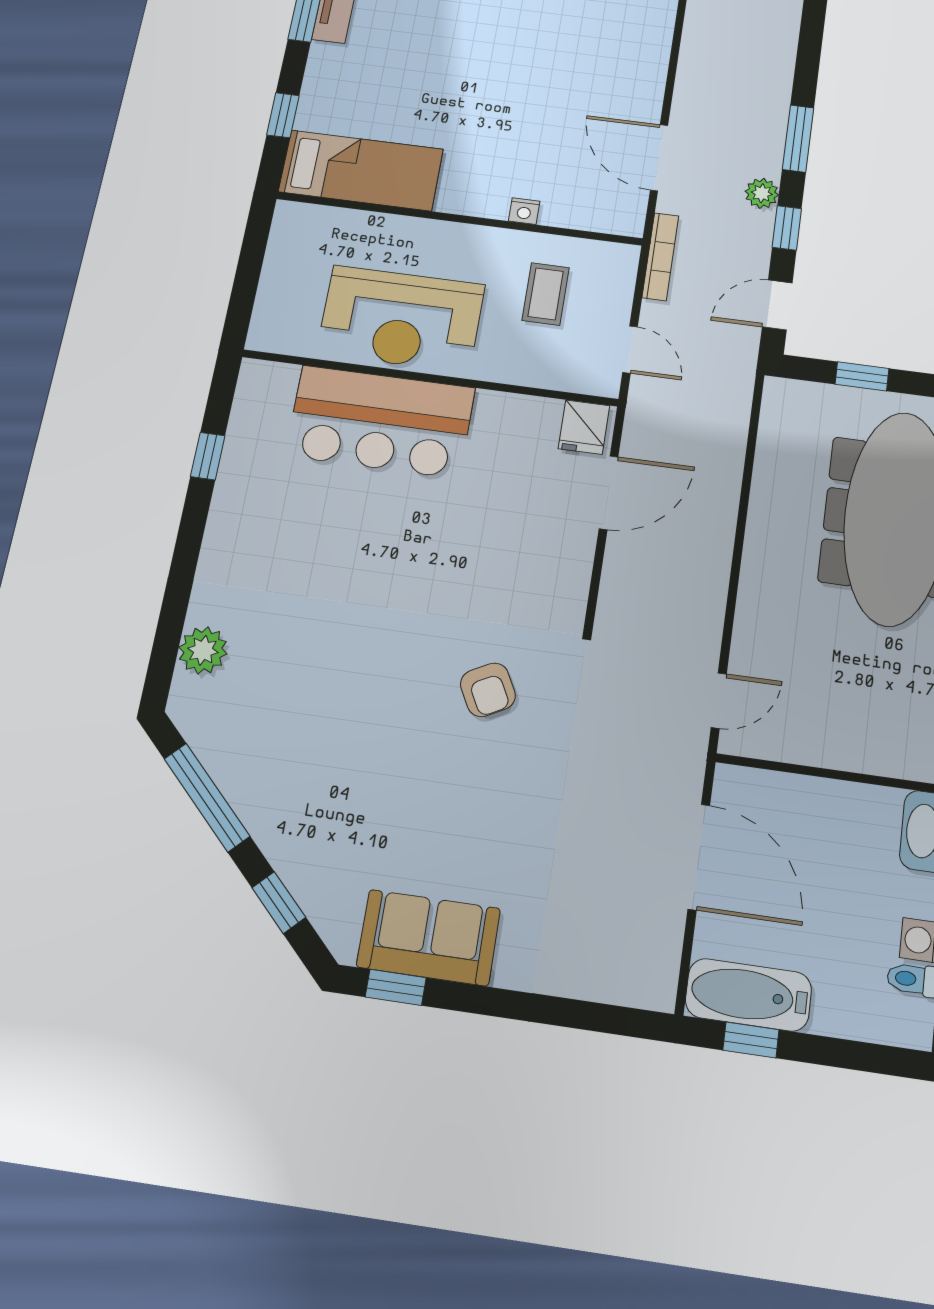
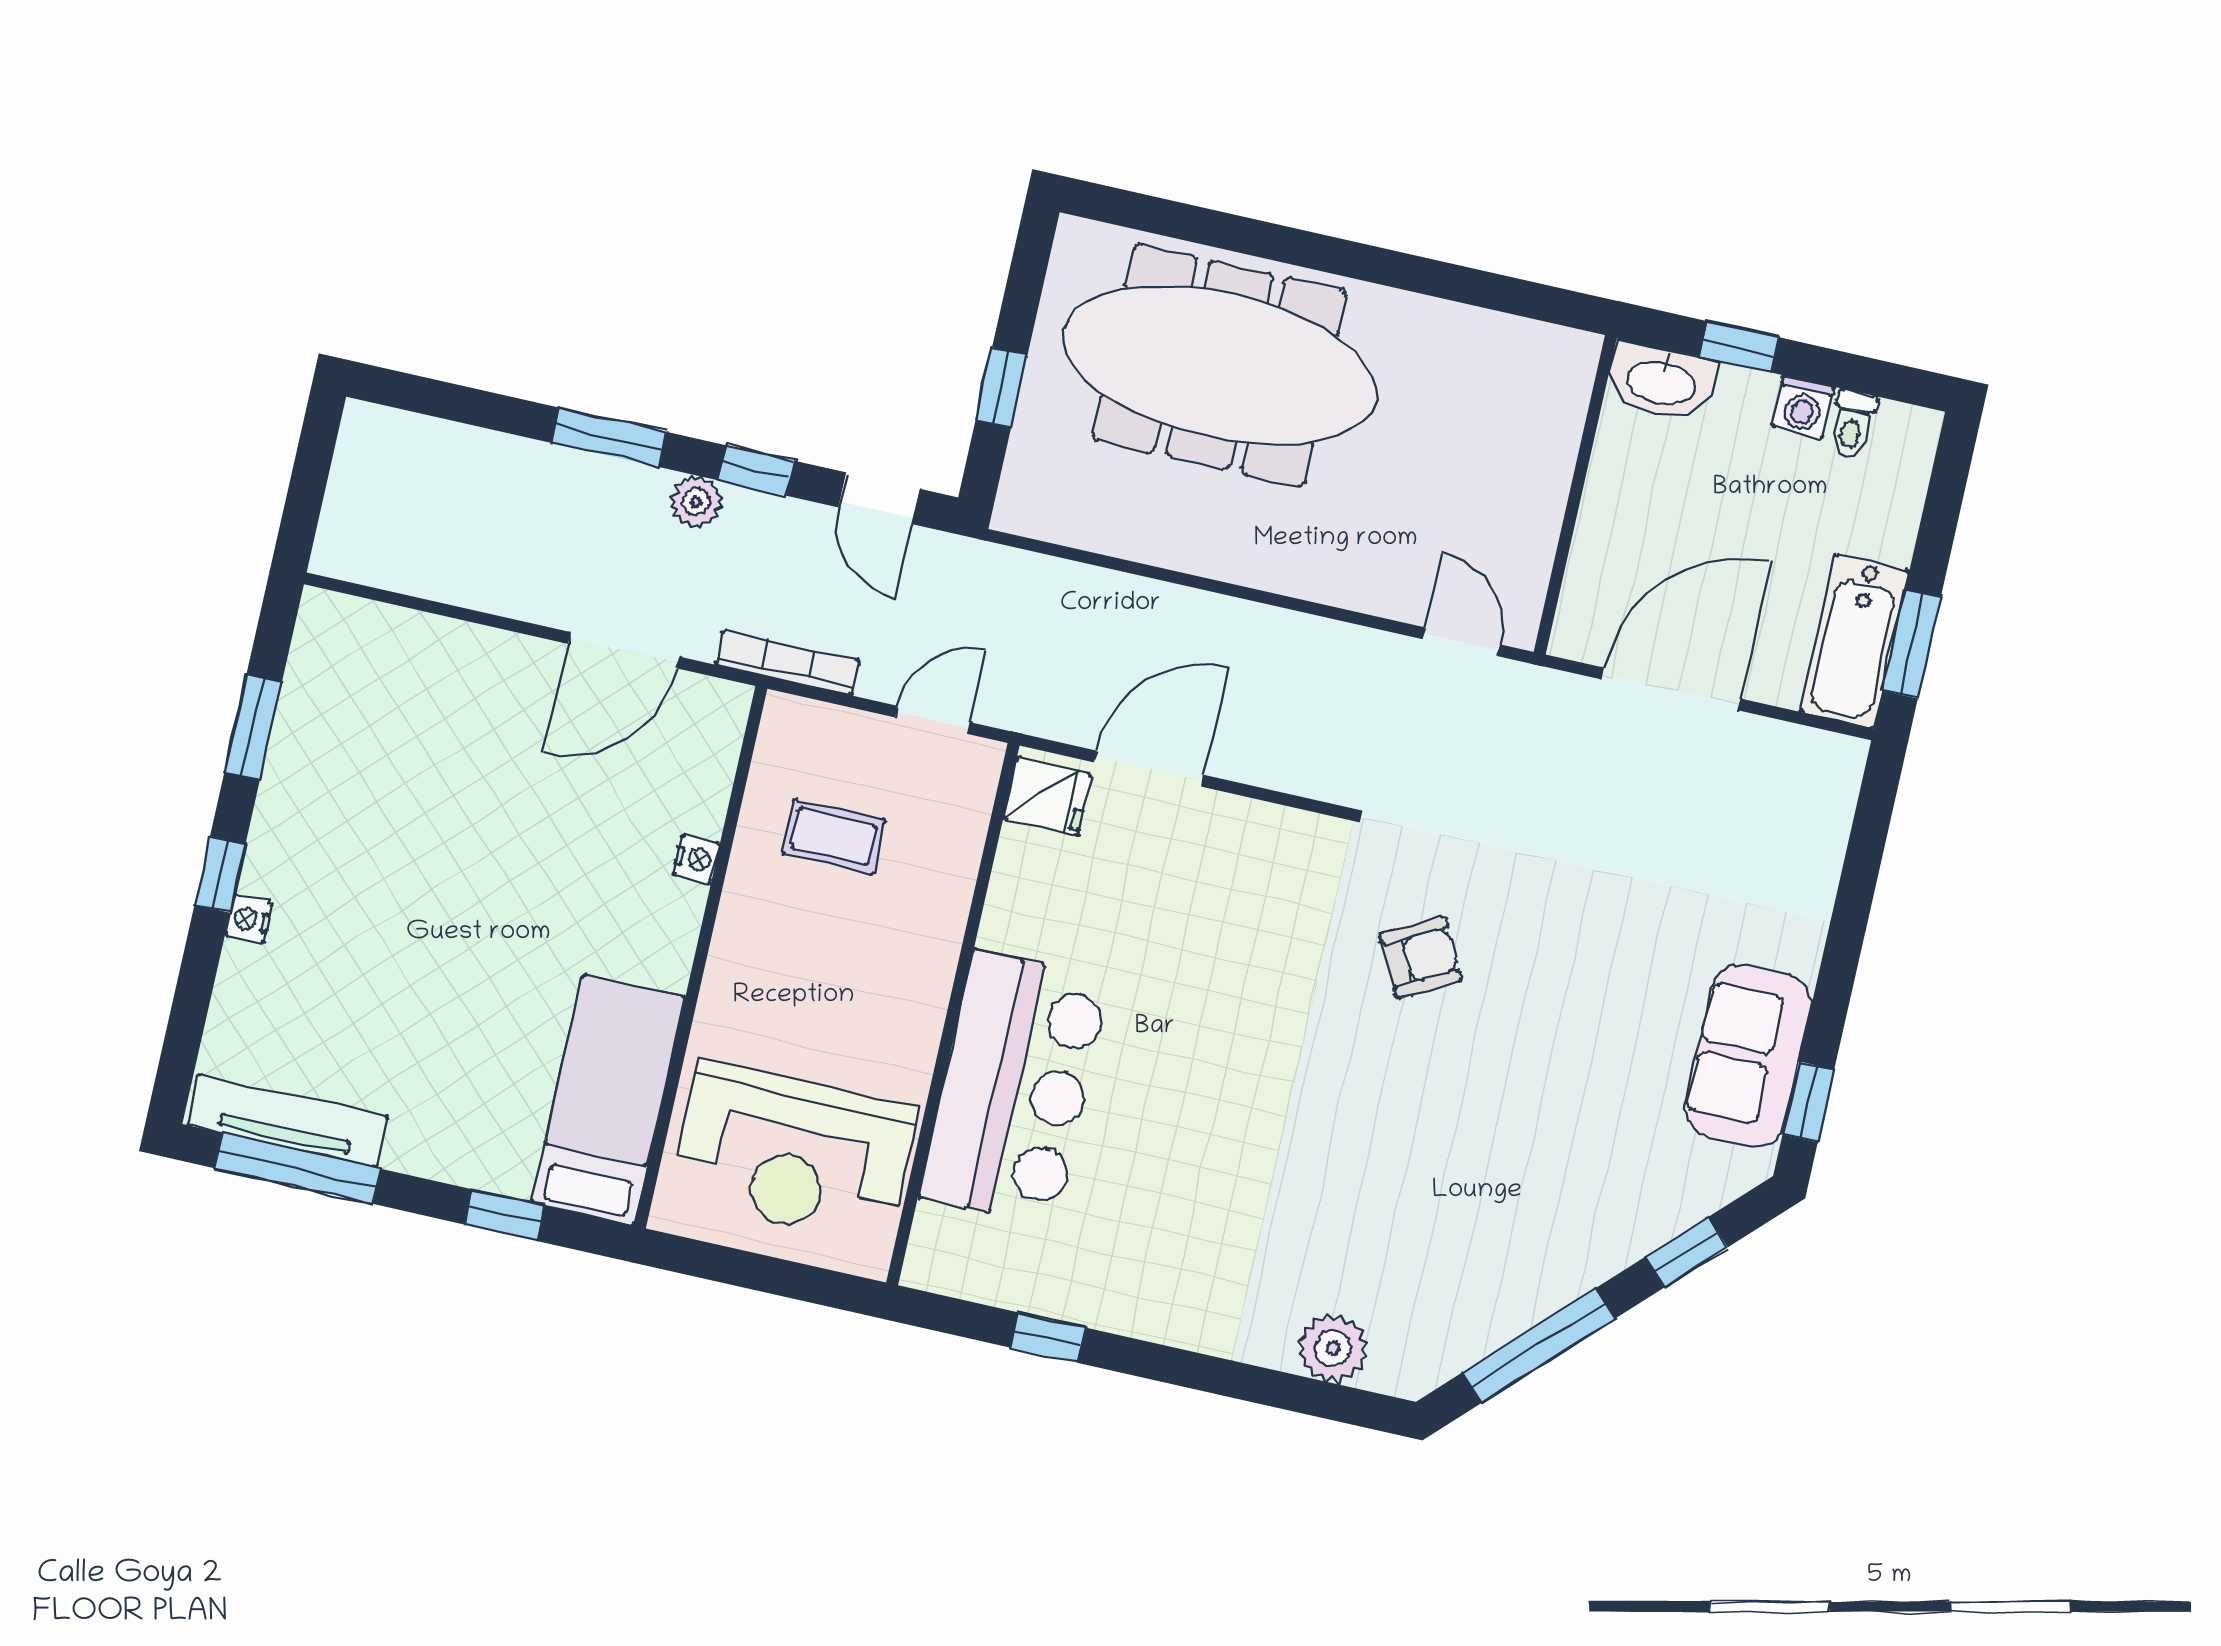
reception desk: (401, 319) -> (794, 1153), moved, turned 90
door: (609, 493) -> (1149, 769), hinge flipped
window: (751, 1040) -> (1912, 644), width x1.50

